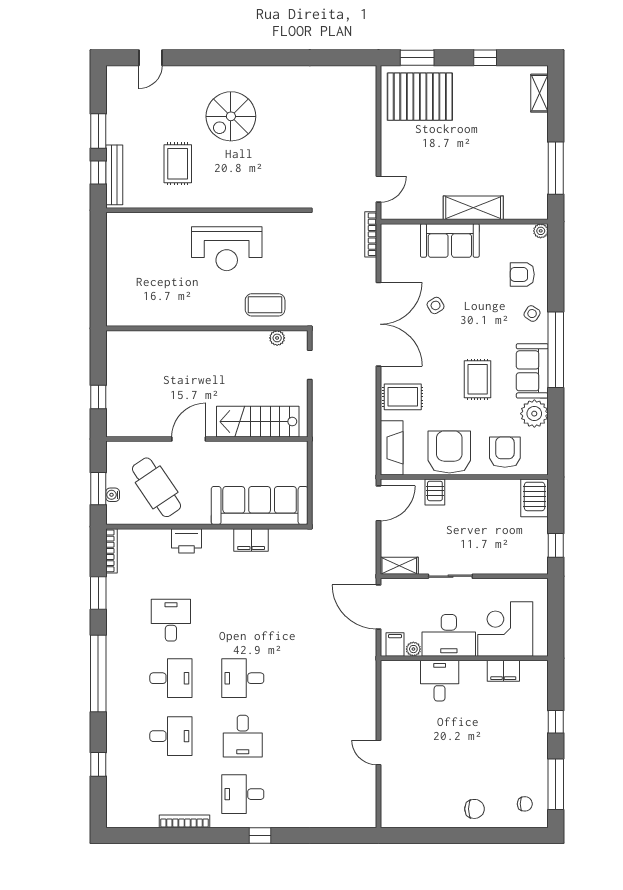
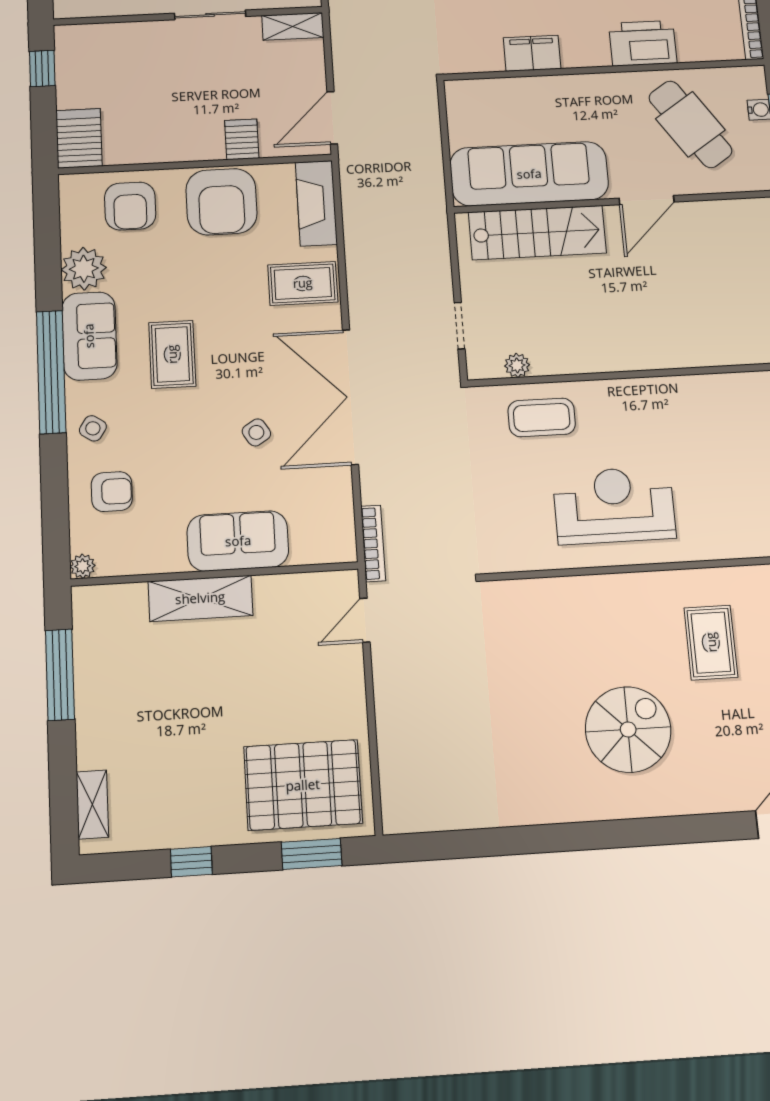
rug: (478, 379) -> (172, 354), moved
sofa: (260, 506) -> (529, 174), moved, turned 180
printer: (186, 541) -> (643, 43), width x1.37, depth x1.19

